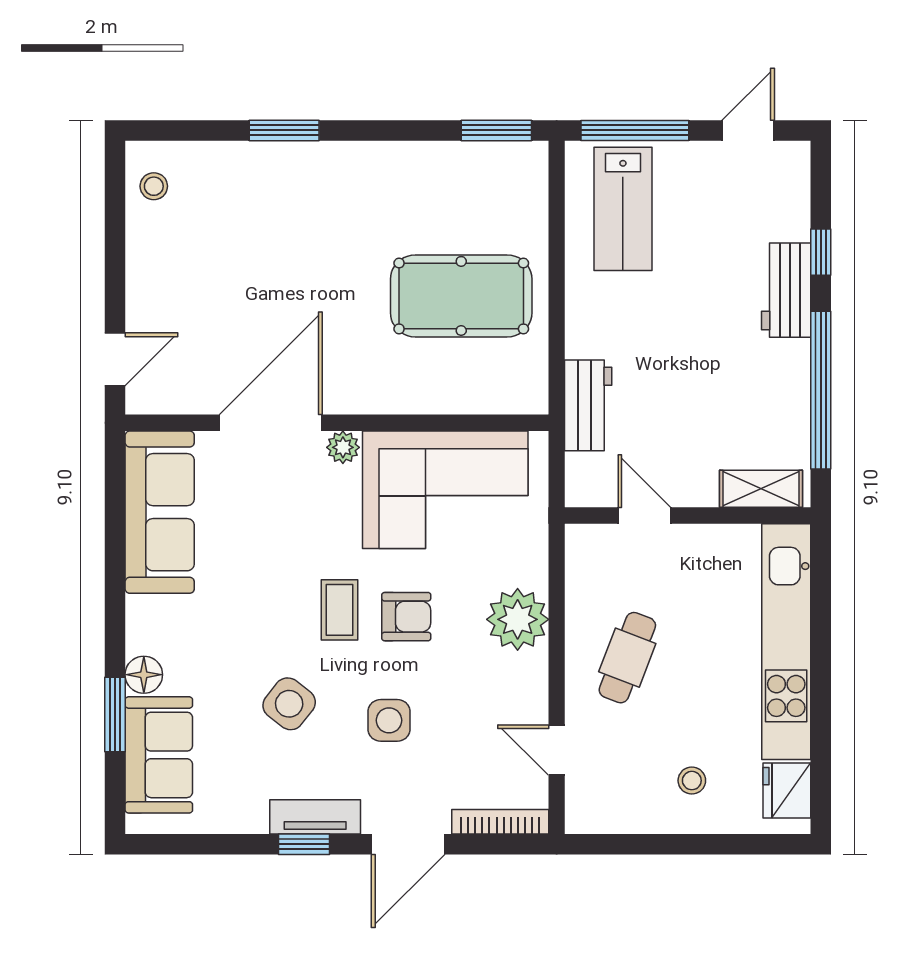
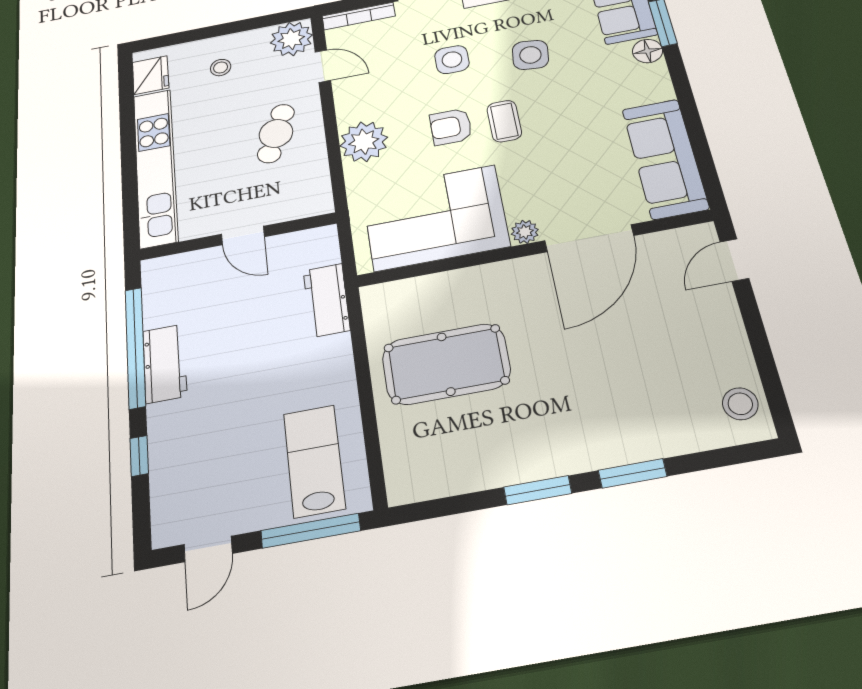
window: (496, 130) -> (538, 490), moved
stool: (154, 186) -> (740, 404), width x1.37, depth x1.37
workbench: (786, 290) -> (165, 363), moved
shelving: (761, 489) -> (180, 266), removed
door: (644, 516) -> (243, 235), moved
side table: (289, 704) -> (530, 55), turned -31
plant: (594, 805) -> (291, 39), added

